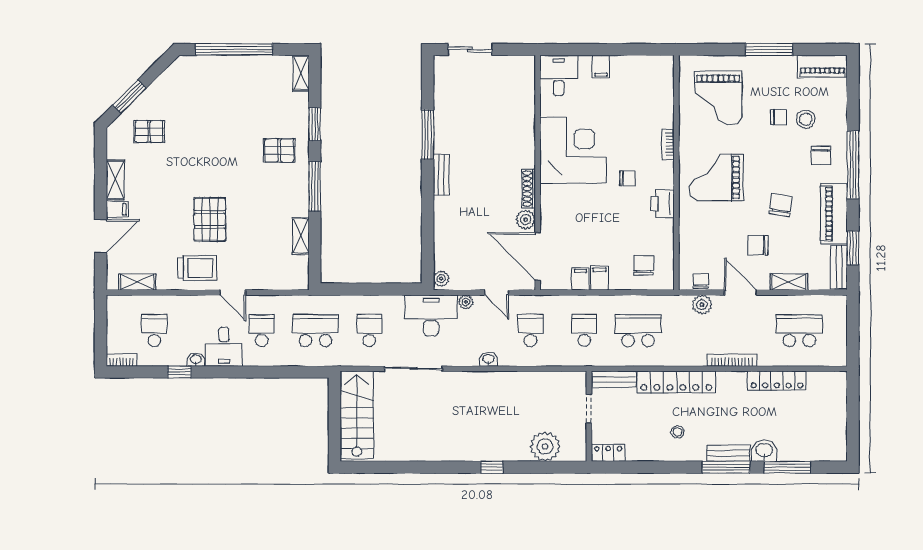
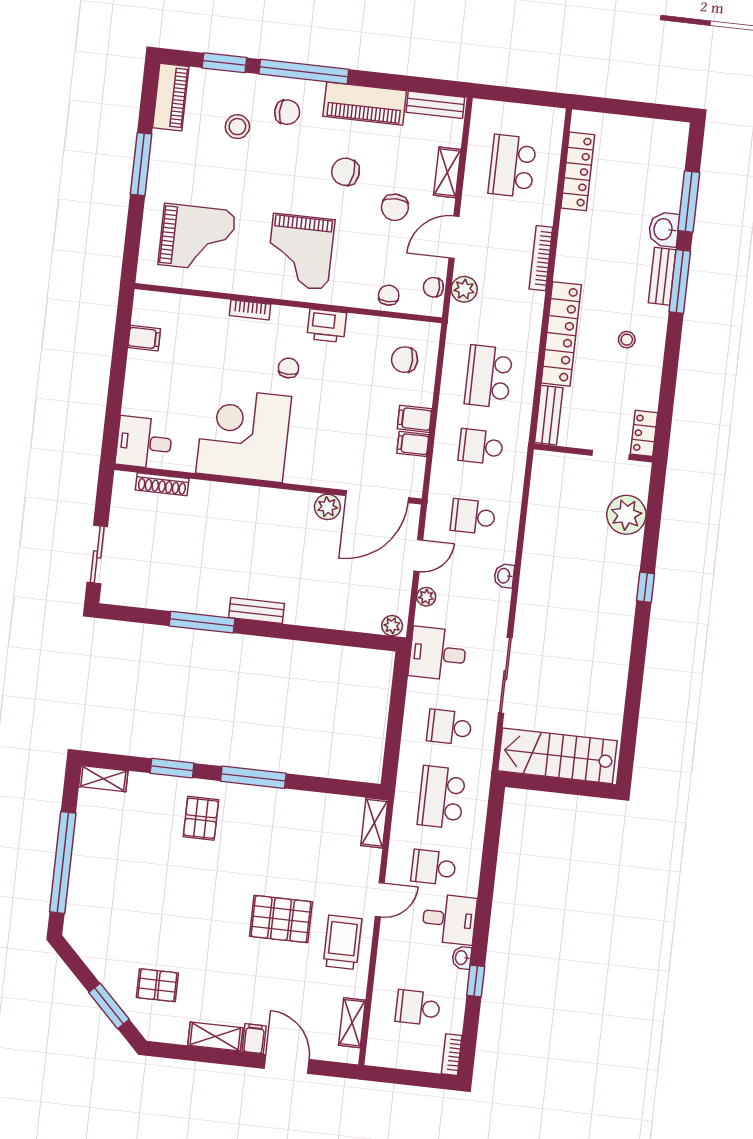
filing cabinet: (601, 67) -> (144, 338), moved
chair: (778, 117) -> (389, 295), moved
pallet: (149, 132) -> (157, 985), turned 90
shoe rack: (529, 189) -> (162, 484), moved
shelving: (301, 236) -> (374, 823), moved, turned 90
window: (853, 248) -> (224, 63), moved
desk: (431, 316) -> (438, 654), width x0.73
locker: (777, 381) -> (578, 171), moved
doorway: (589, 409) -> (611, 455), moved

